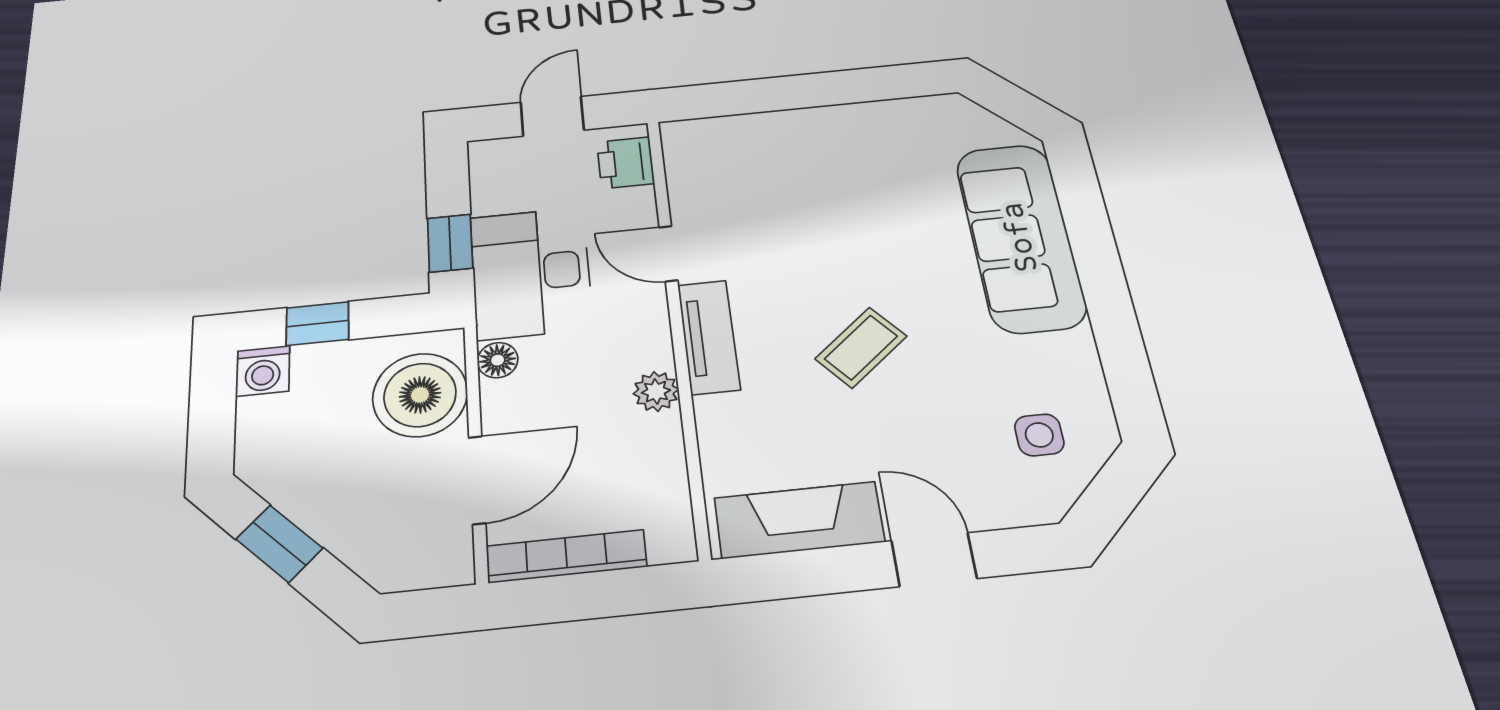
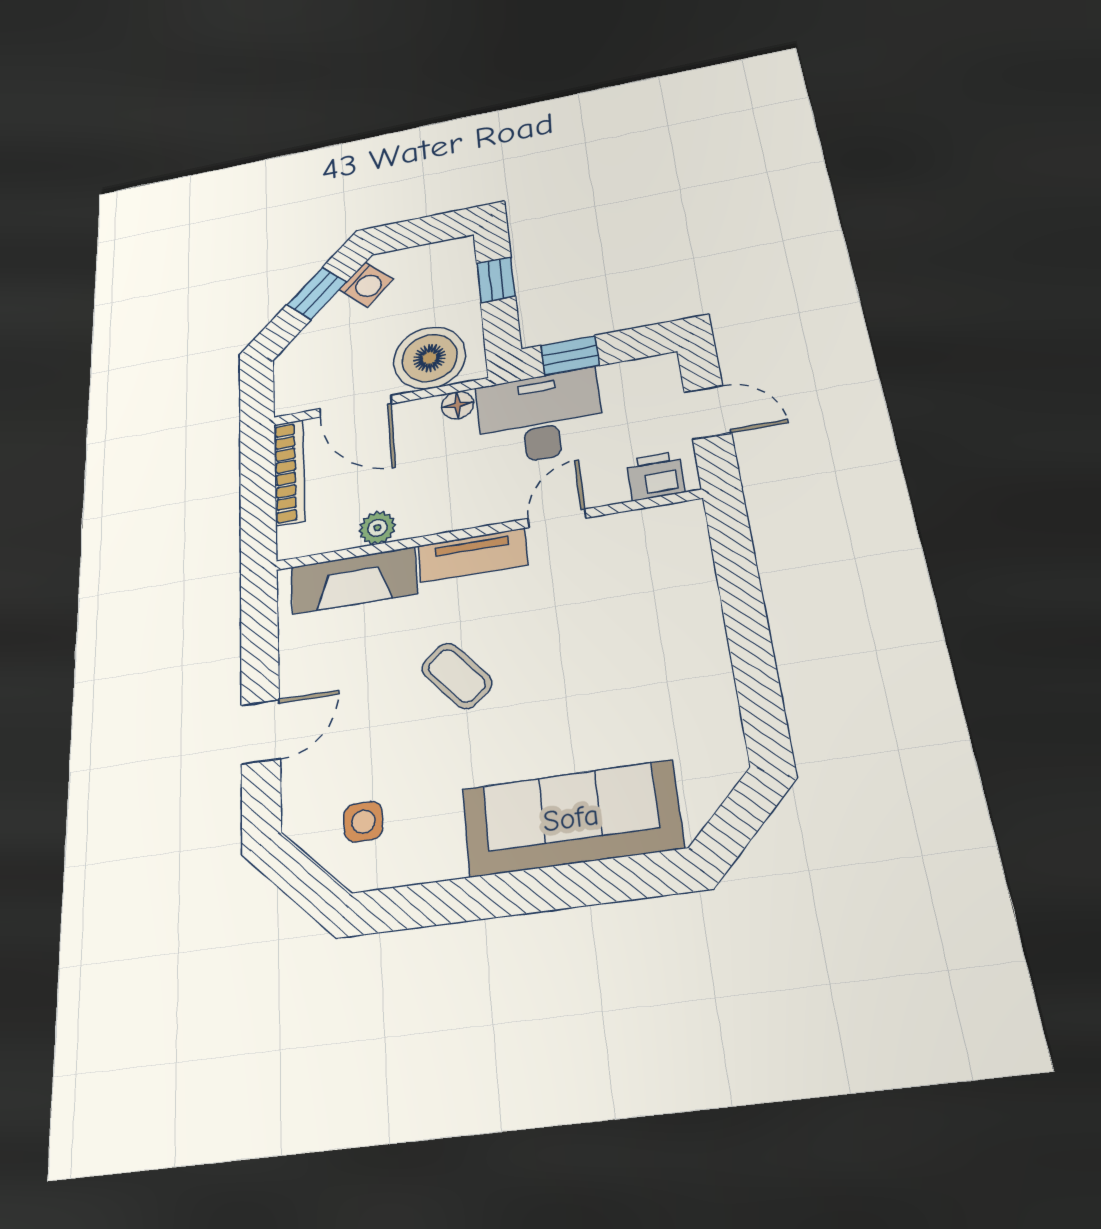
washing machine: (263, 371) -> (366, 284), moved, turned -135
plant: (656, 391) -> (377, 528), moved
fireplace: (799, 520) -> (354, 580), moved, turned 90

